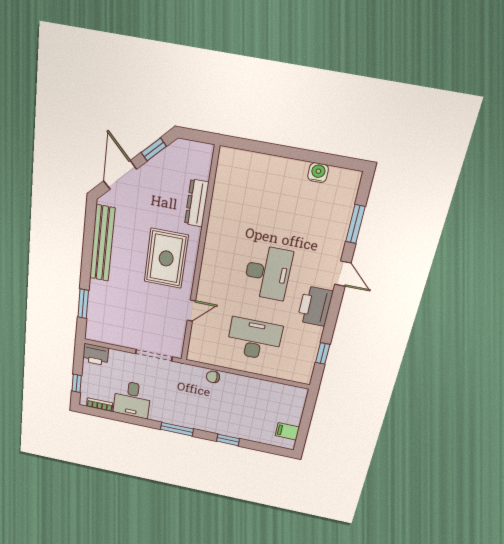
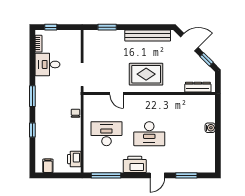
water cooler: (318, 173) -> (210, 128), moved
dresser: (197, 203) -> (198, 87), moved
desk: (254, 339) -> (106, 134), turned -90
window: (323, 353) -> (106, 175), width x2.17
printer: (96, 355) -> (74, 159), moved

